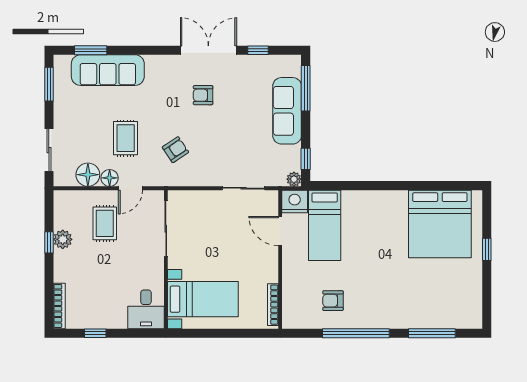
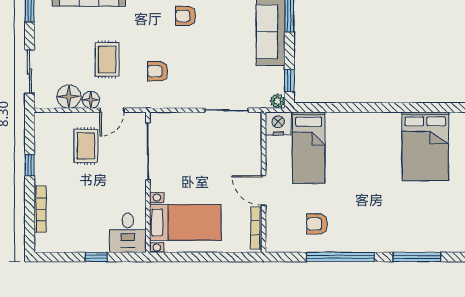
armchair: (175, 150) -> (158, 71), turned -146
bed: (440, 224) -> (425, 146), width x0.73
door: (280, 231) -> (264, 190), moved
plant: (63, 239) -> (44, 162), removed
bookcase: (59, 306) -> (40, 209), moved
window: (95, 333) -> (96, 257), moved

